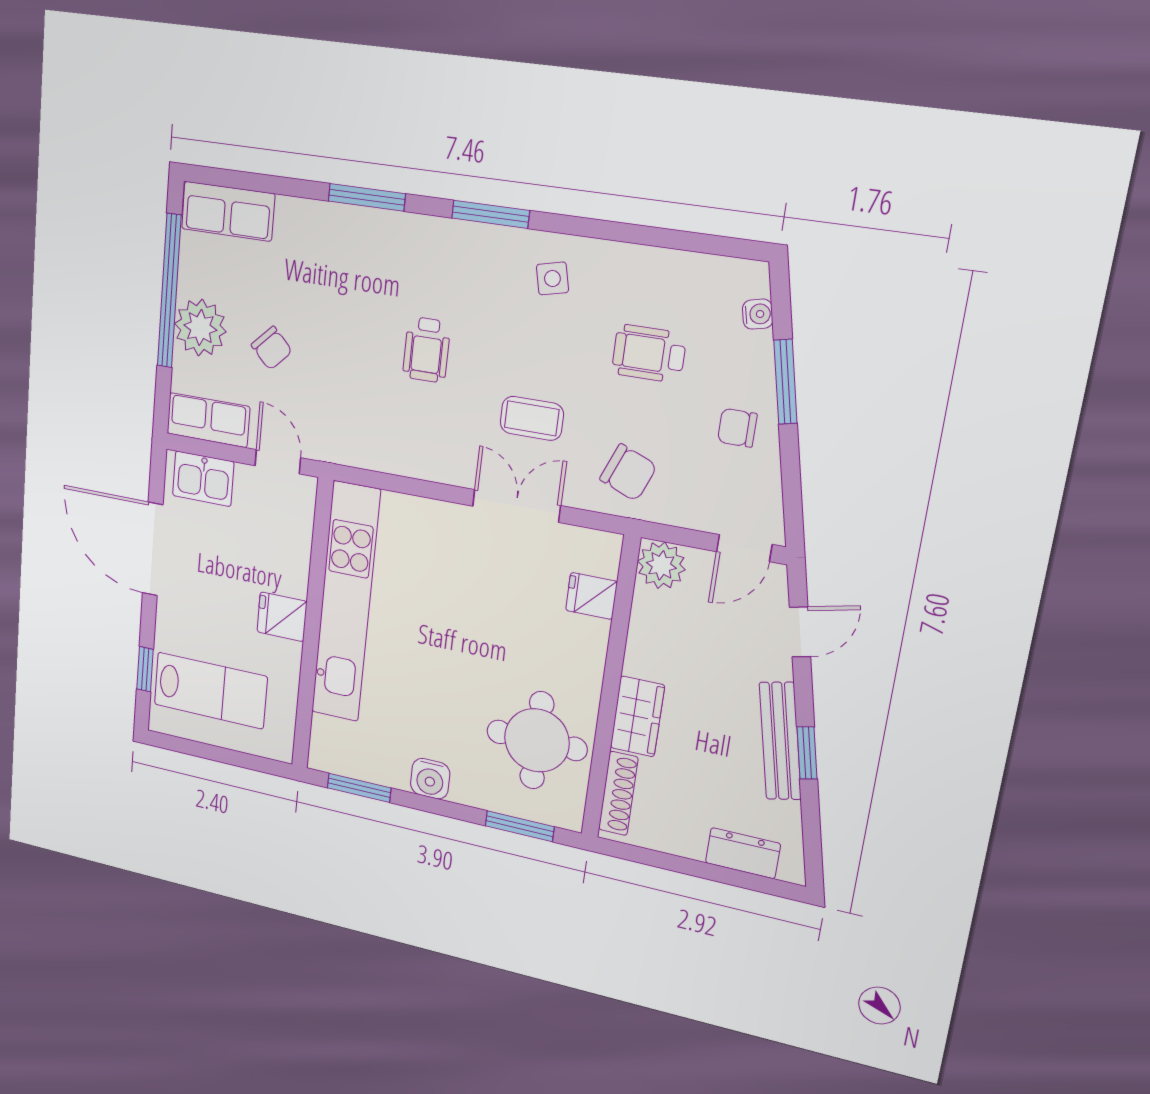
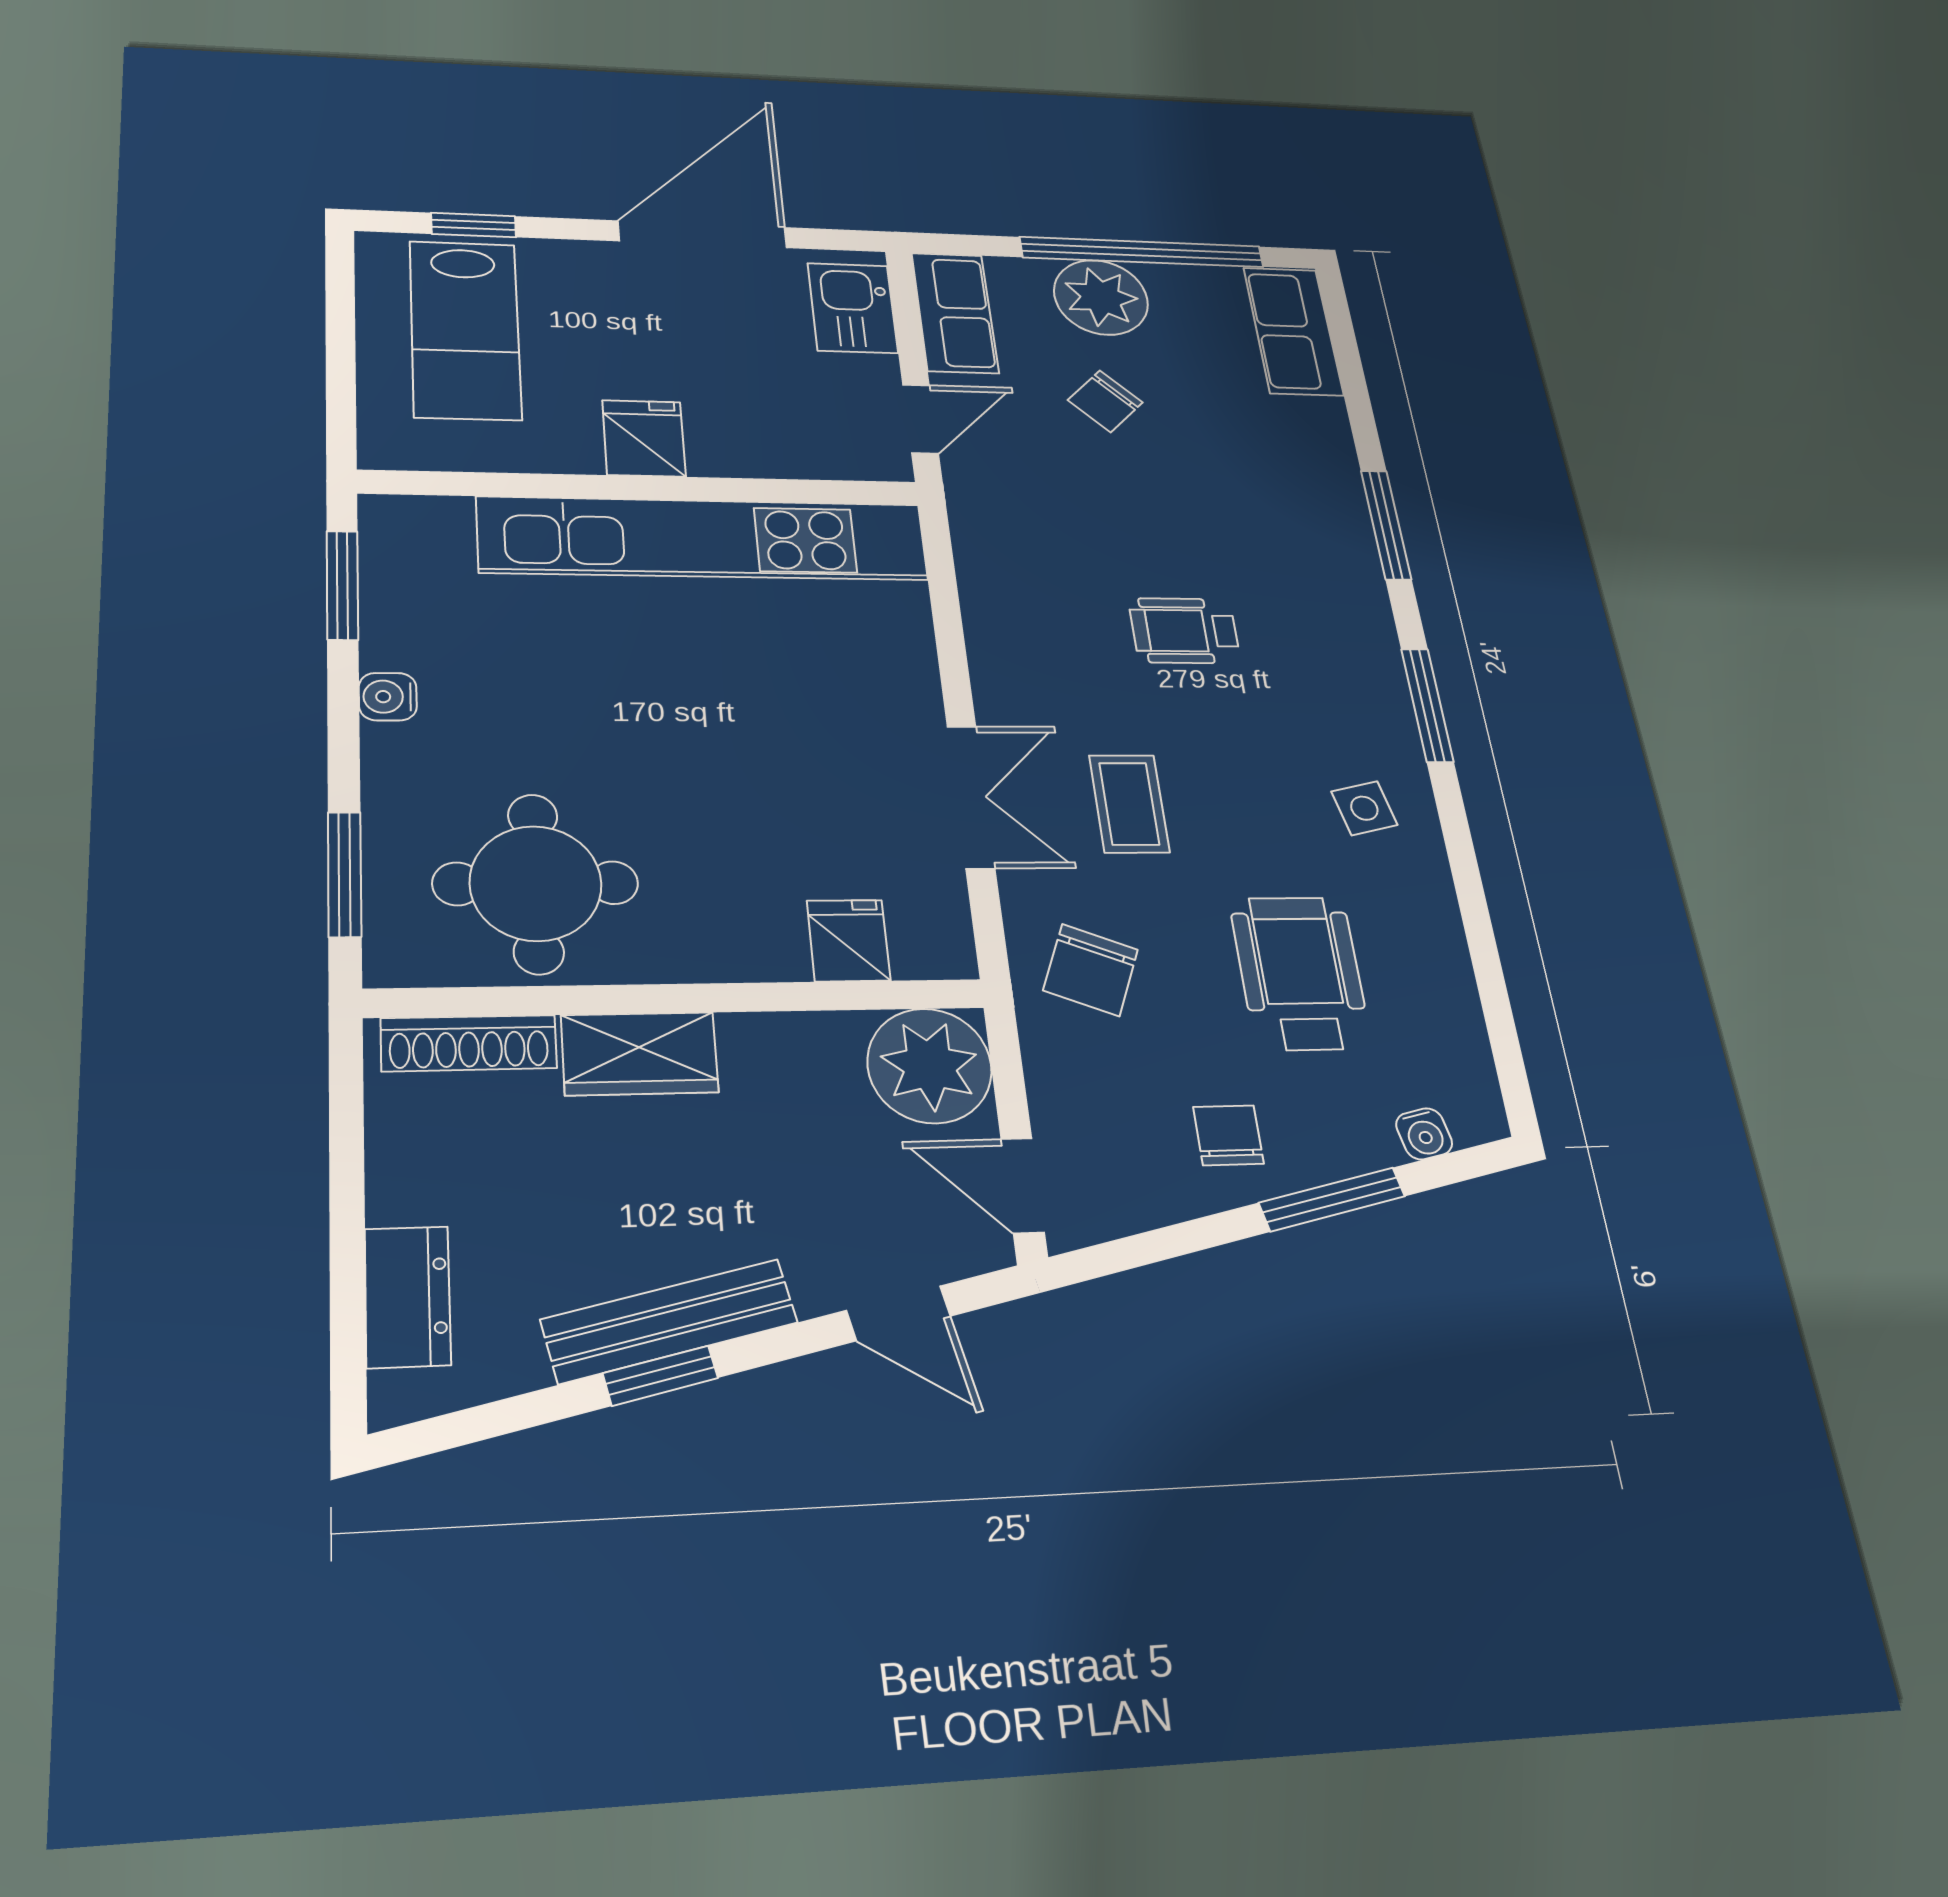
wheelchair: (649, 354) -> (1300, 973), width x1.36, depth x1.37
plant: (661, 565) -> (930, 1066), width x1.36, depth x1.36
water cooler: (430, 779) -> (388, 697), width x0.72, depth x0.72

